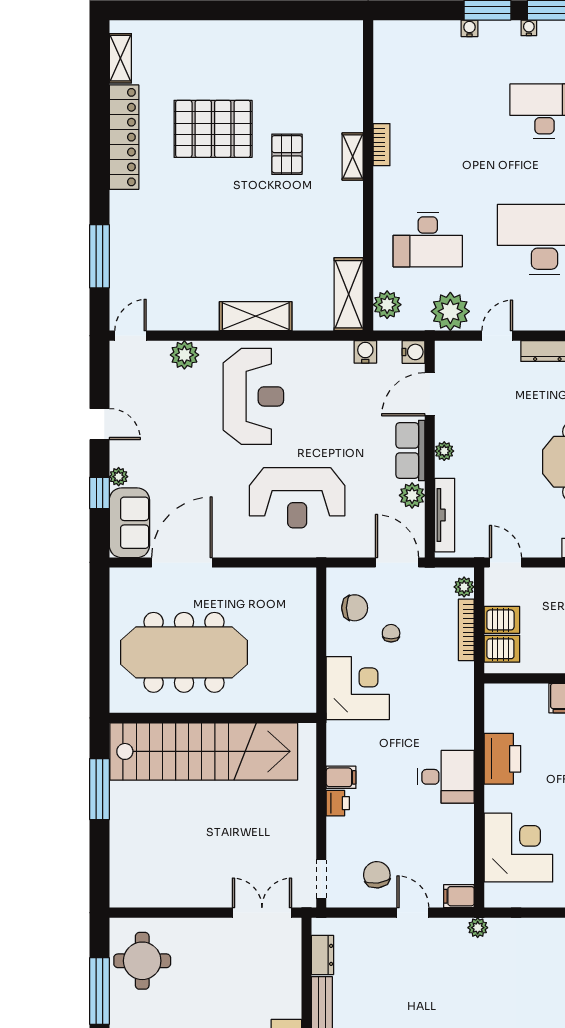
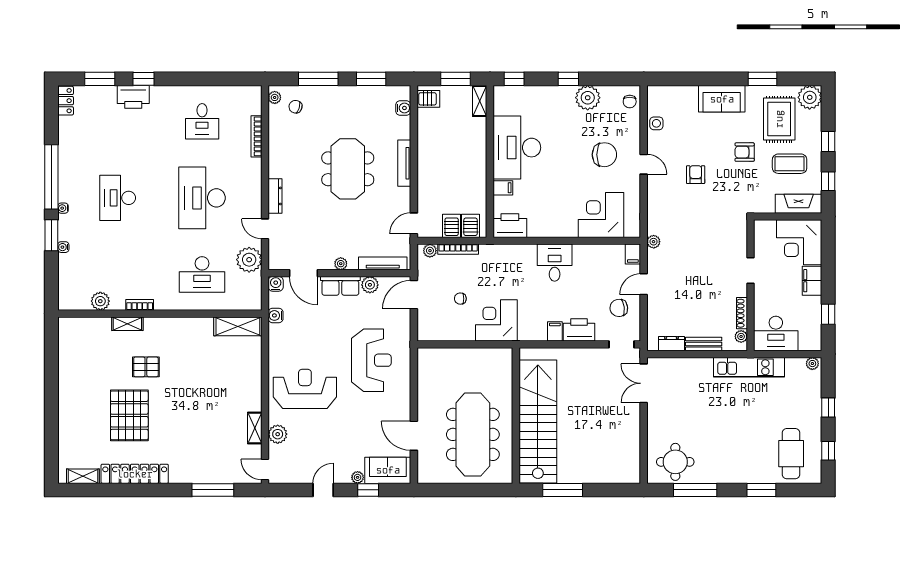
shelving: (353, 156) -> (127, 324), moved
desk: (428, 240) -> (202, 274), turned 90
plant: (387, 305) -> (100, 301), moved
shelving: (256, 316) -> (255, 428), moved, width x0.67, depth x0.75
door: (182, 562) -> (414, 436), width x0.73
chair: (355, 608) -> (444, 322), removed
printer: (502, 759) -> (510, 226), moved
printer: (338, 803) -> (579, 330), width x1.87, depth x1.48

